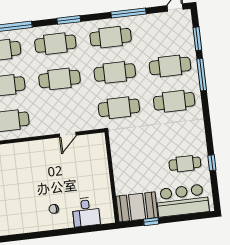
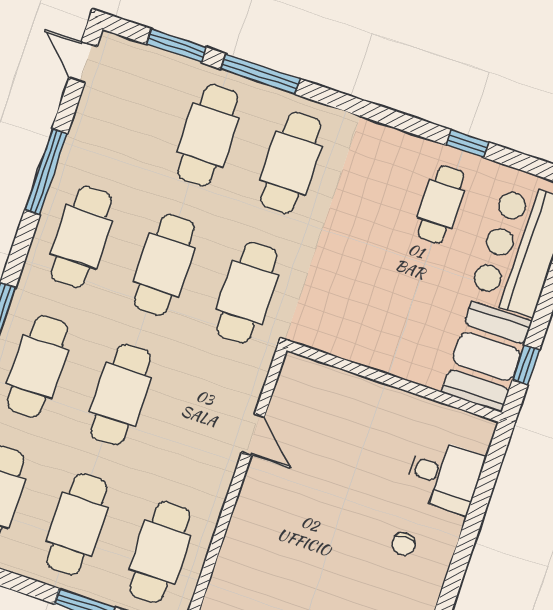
window: (151, 222) -> (526, 365), moved

